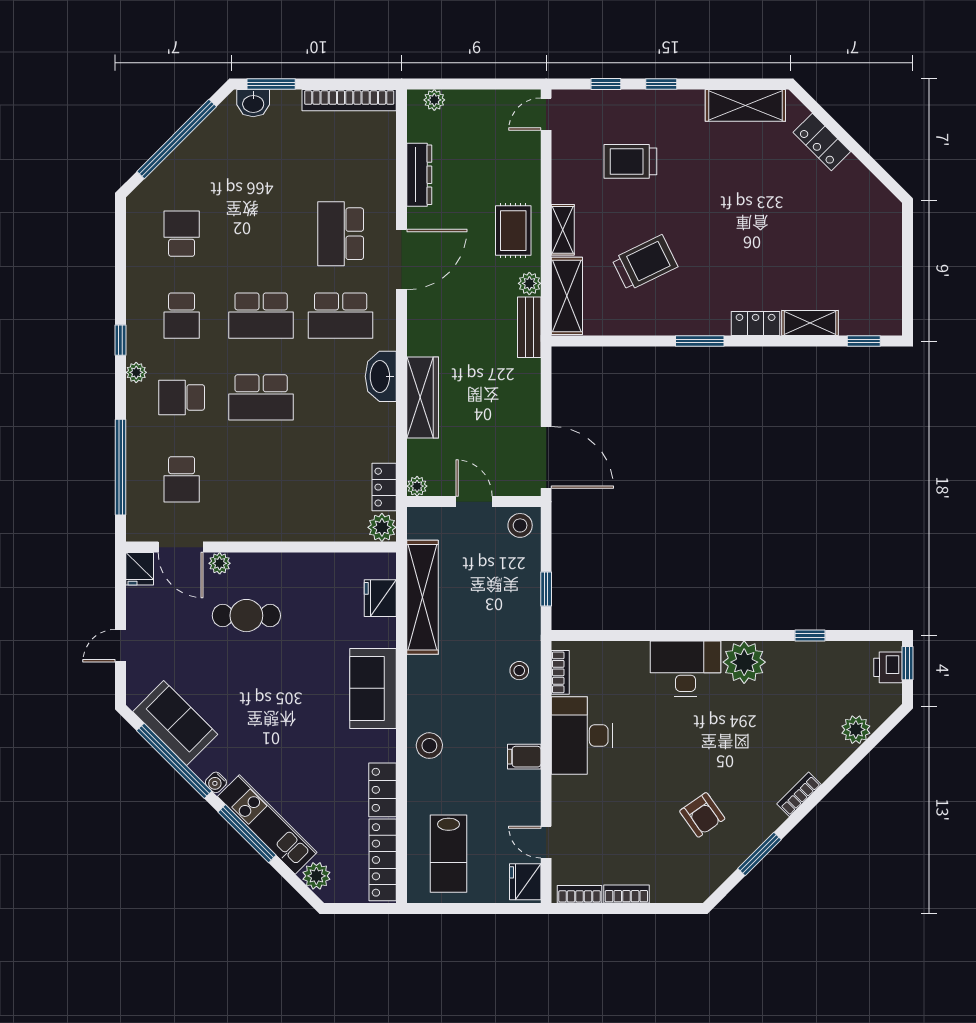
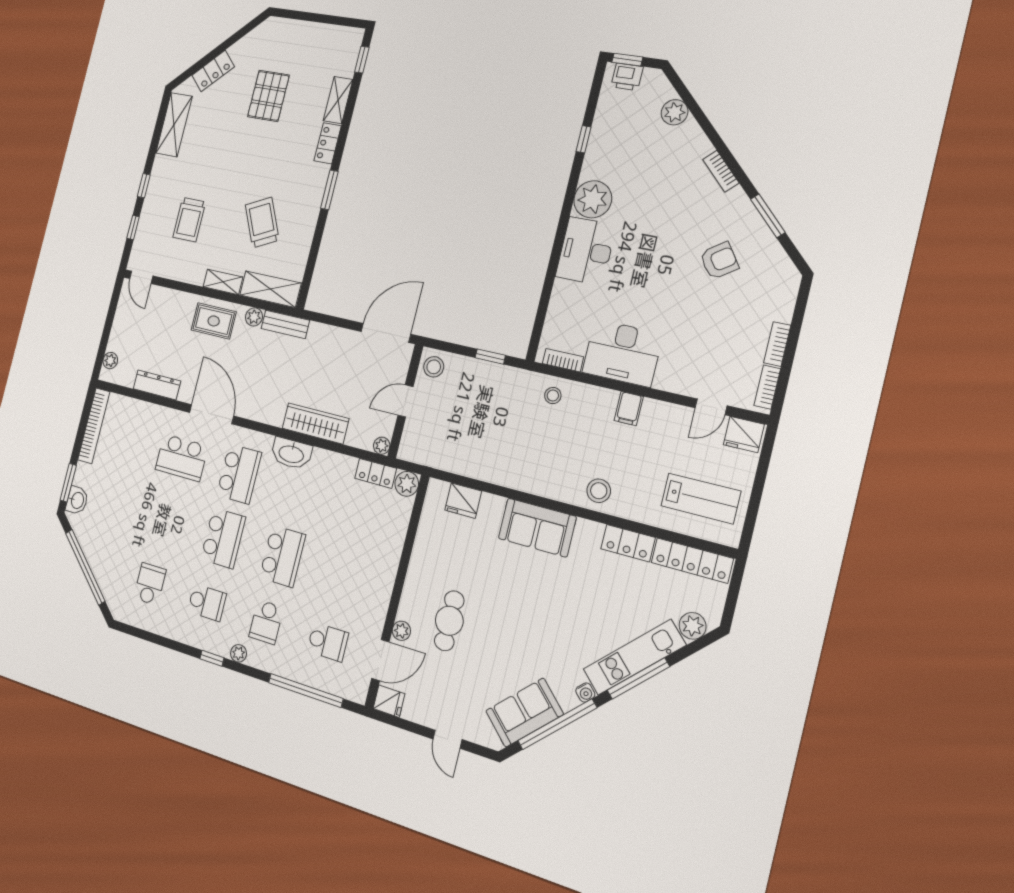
pallet: (802, 228) -> (268, 96), added
school desk: (182, 234) -> (150, 584), turned 90
shelving: (423, 597) -> (471, 464), removed

